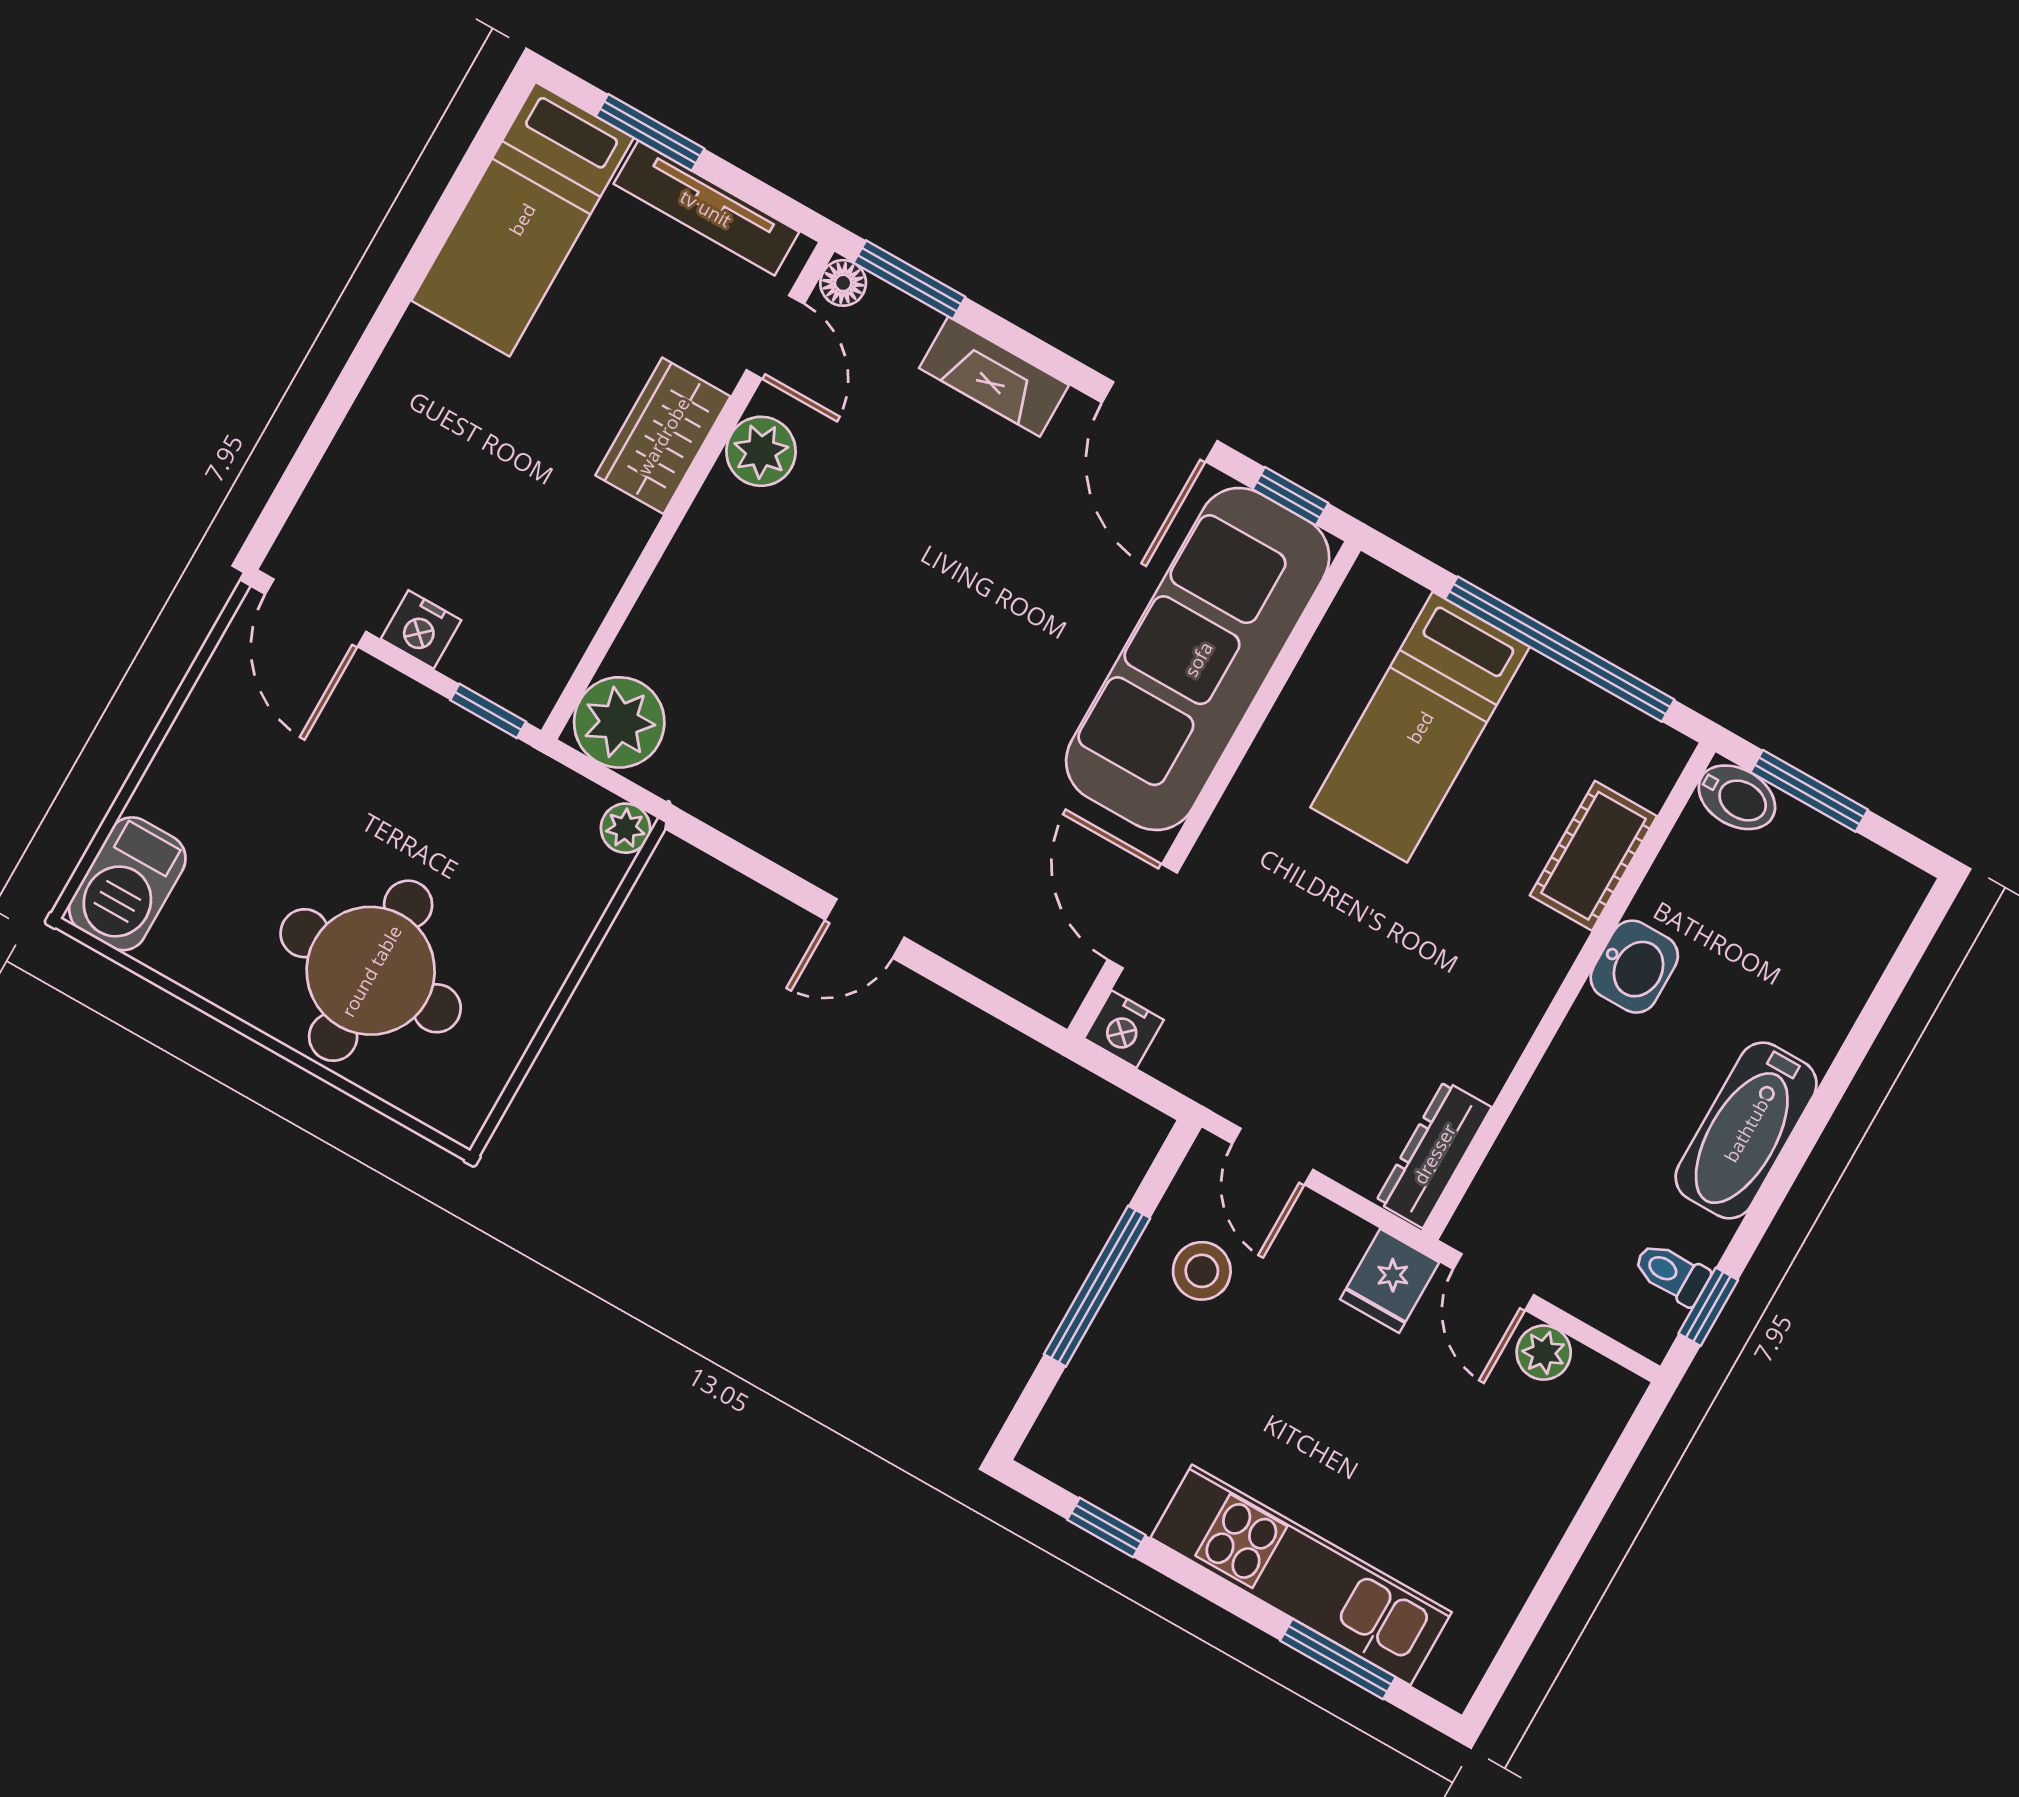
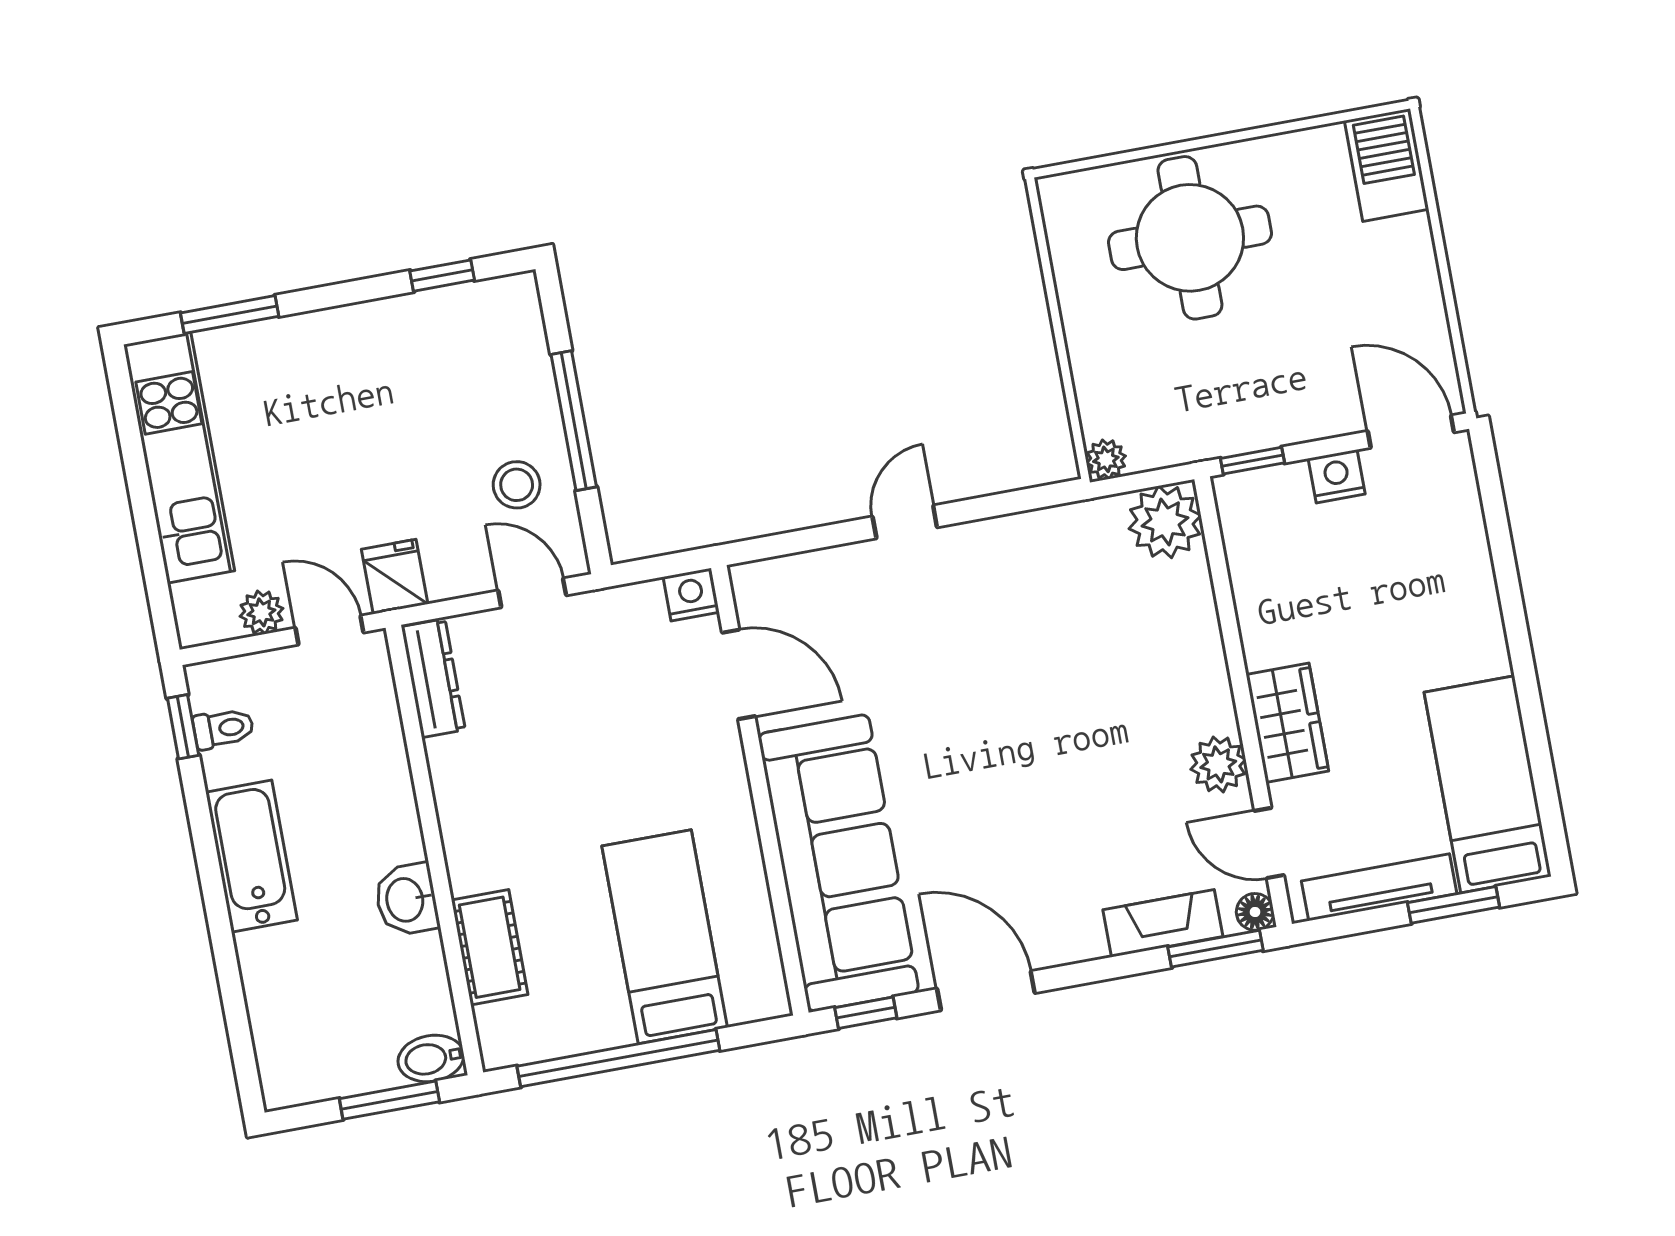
fireplace: (994, 377) -> (1163, 923), moved
kitchen unit: (1301, 1575) -> (179, 458), moved, turned -90

